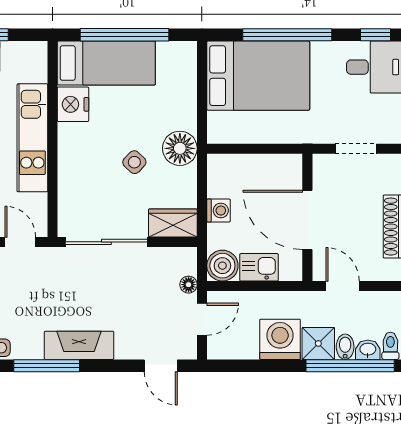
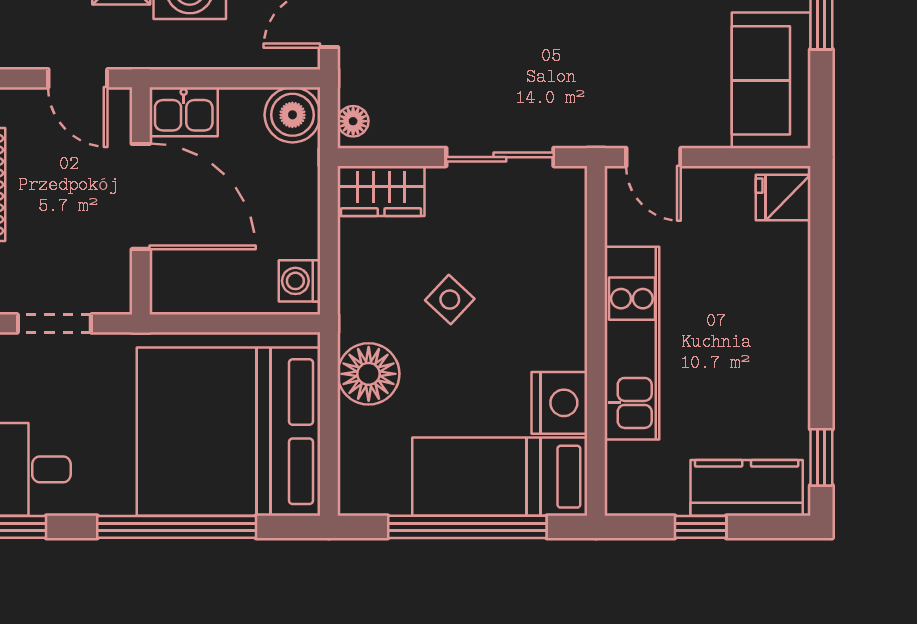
bed: (258, 76) -> (229, 432), width x1.36
floor lamp: (180, 148) -> (369, 374), moved
washing machine: (218, 211) -> (300, 281), moved
sliding door: (106, 242) -> (500, 157), width x0.73
kitchen sink: (259, 267) -> (184, 112), moved
floor lamp: (189, 285) -> (353, 121), moved

